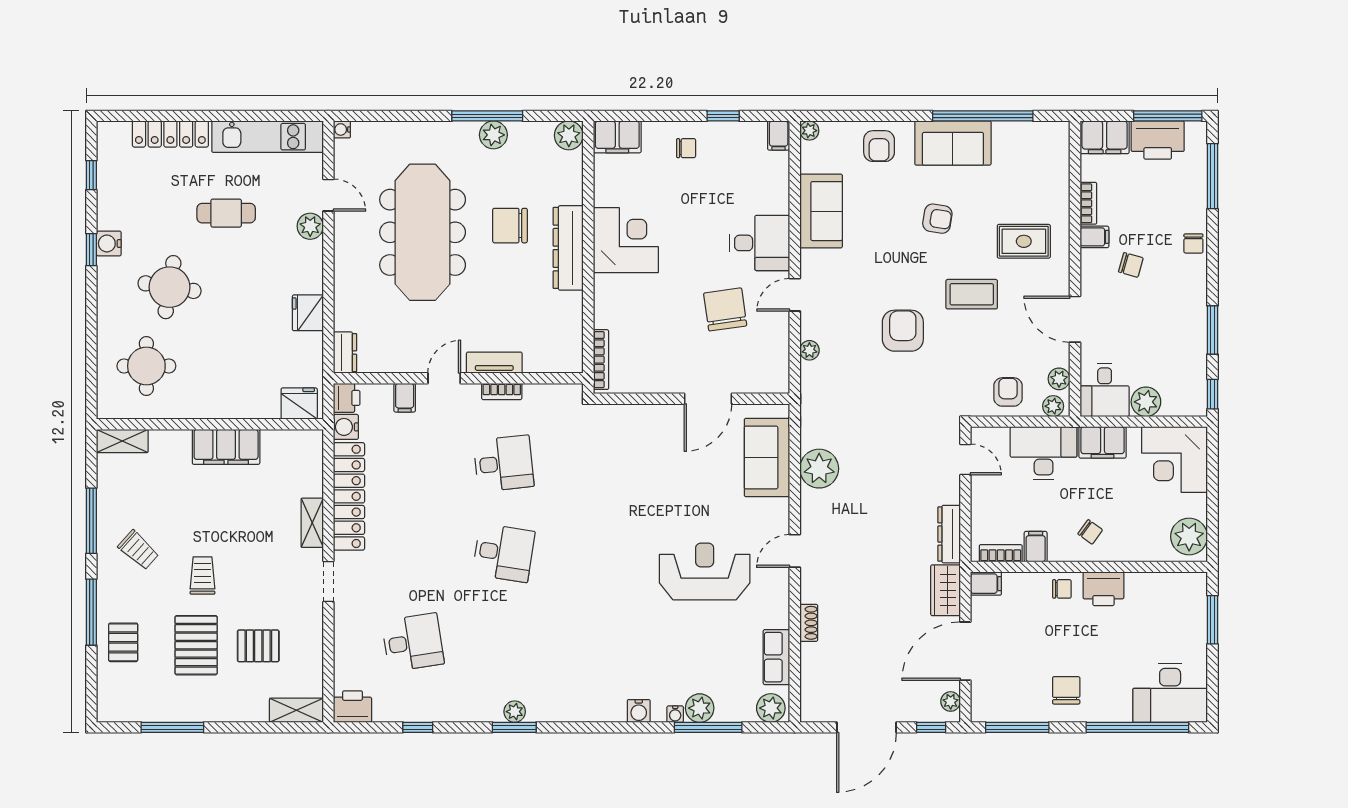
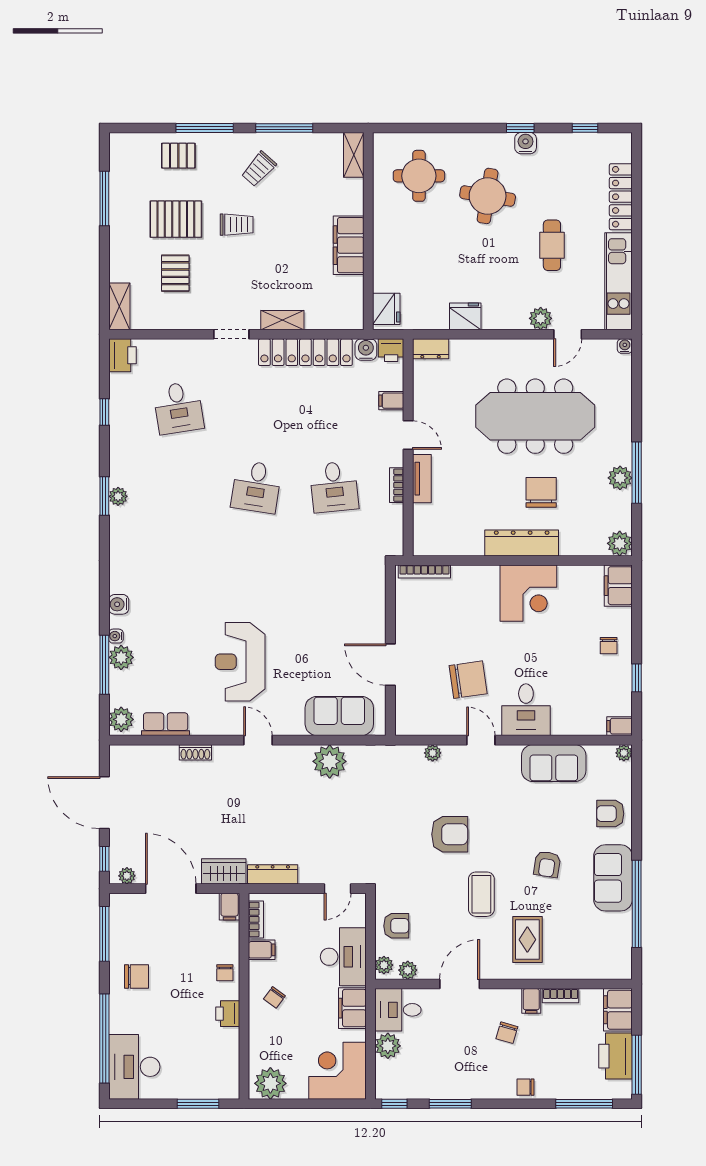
reception desk: (705, 571) -> (240, 662), turned 180
printer: (1103, 589) -> (228, 1014), width x0.73, depth x0.81

